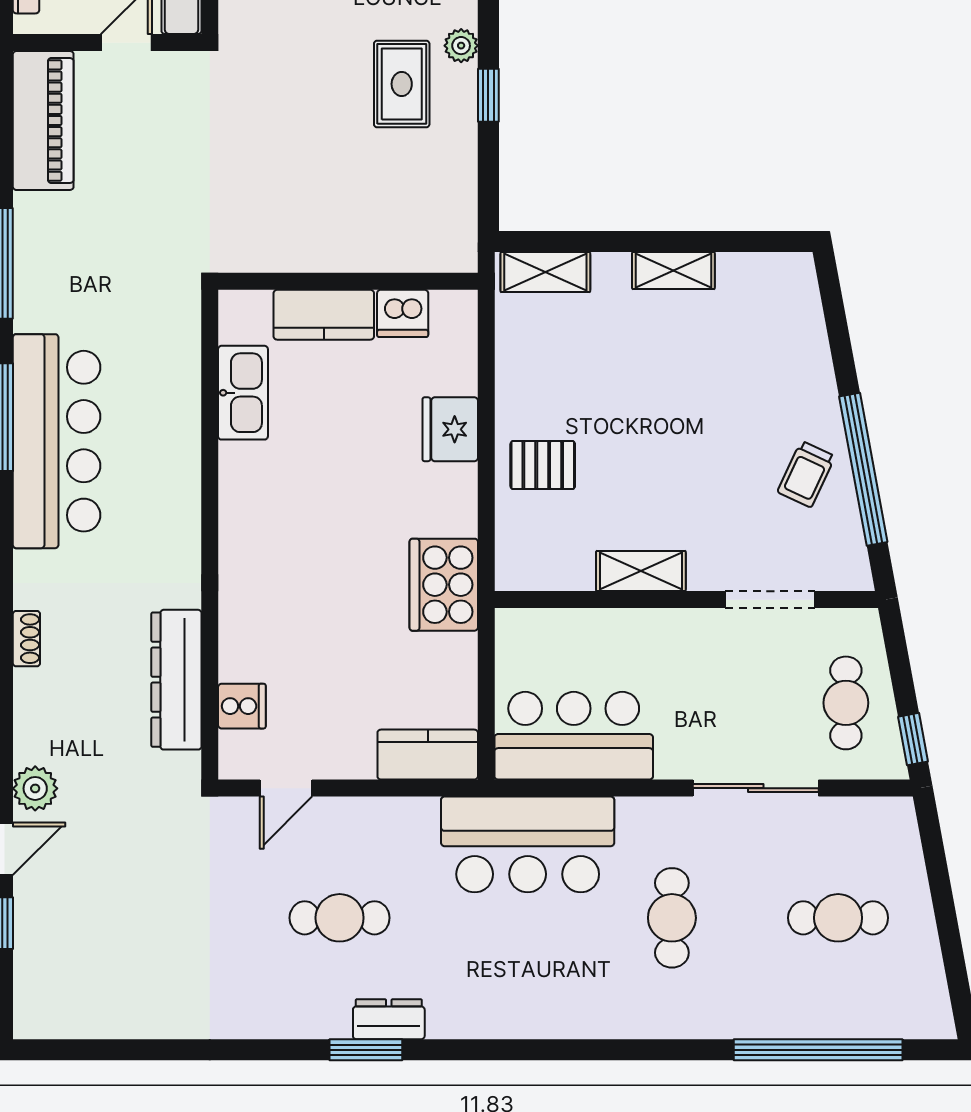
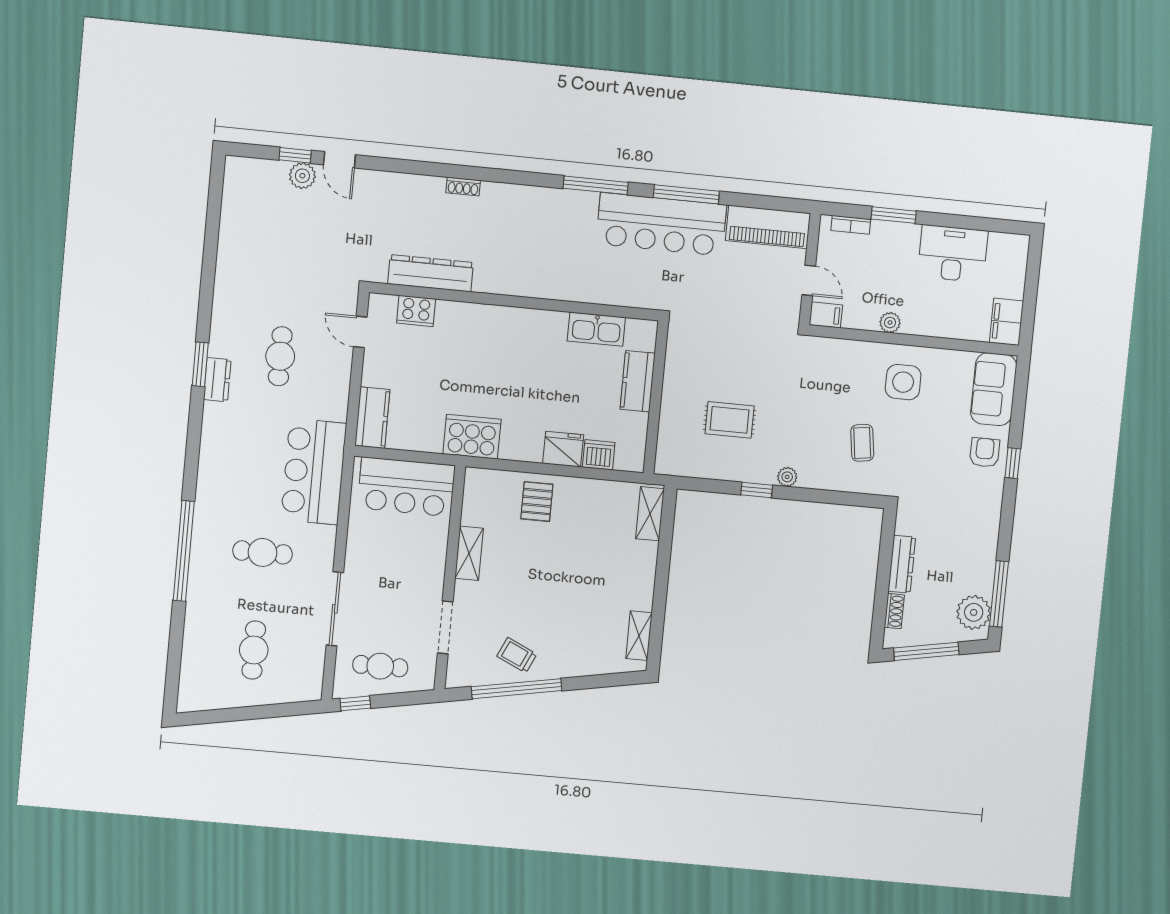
rug: (402, 84) -> (730, 420), moved
shelving: (673, 271) -> (639, 636), moved
dishwasher: (403, 313) -> (599, 455), moved, turned 90
bar counter: (57, 441) -> (661, 224), moved
cooker: (242, 706) -> (416, 311), width x1.36
bar counter: (574, 736) -> (406, 487), moved, turned 90
plant: (35, 788) -> (302, 176), moved
window: (818, 1050) -> (184, 551), moved

